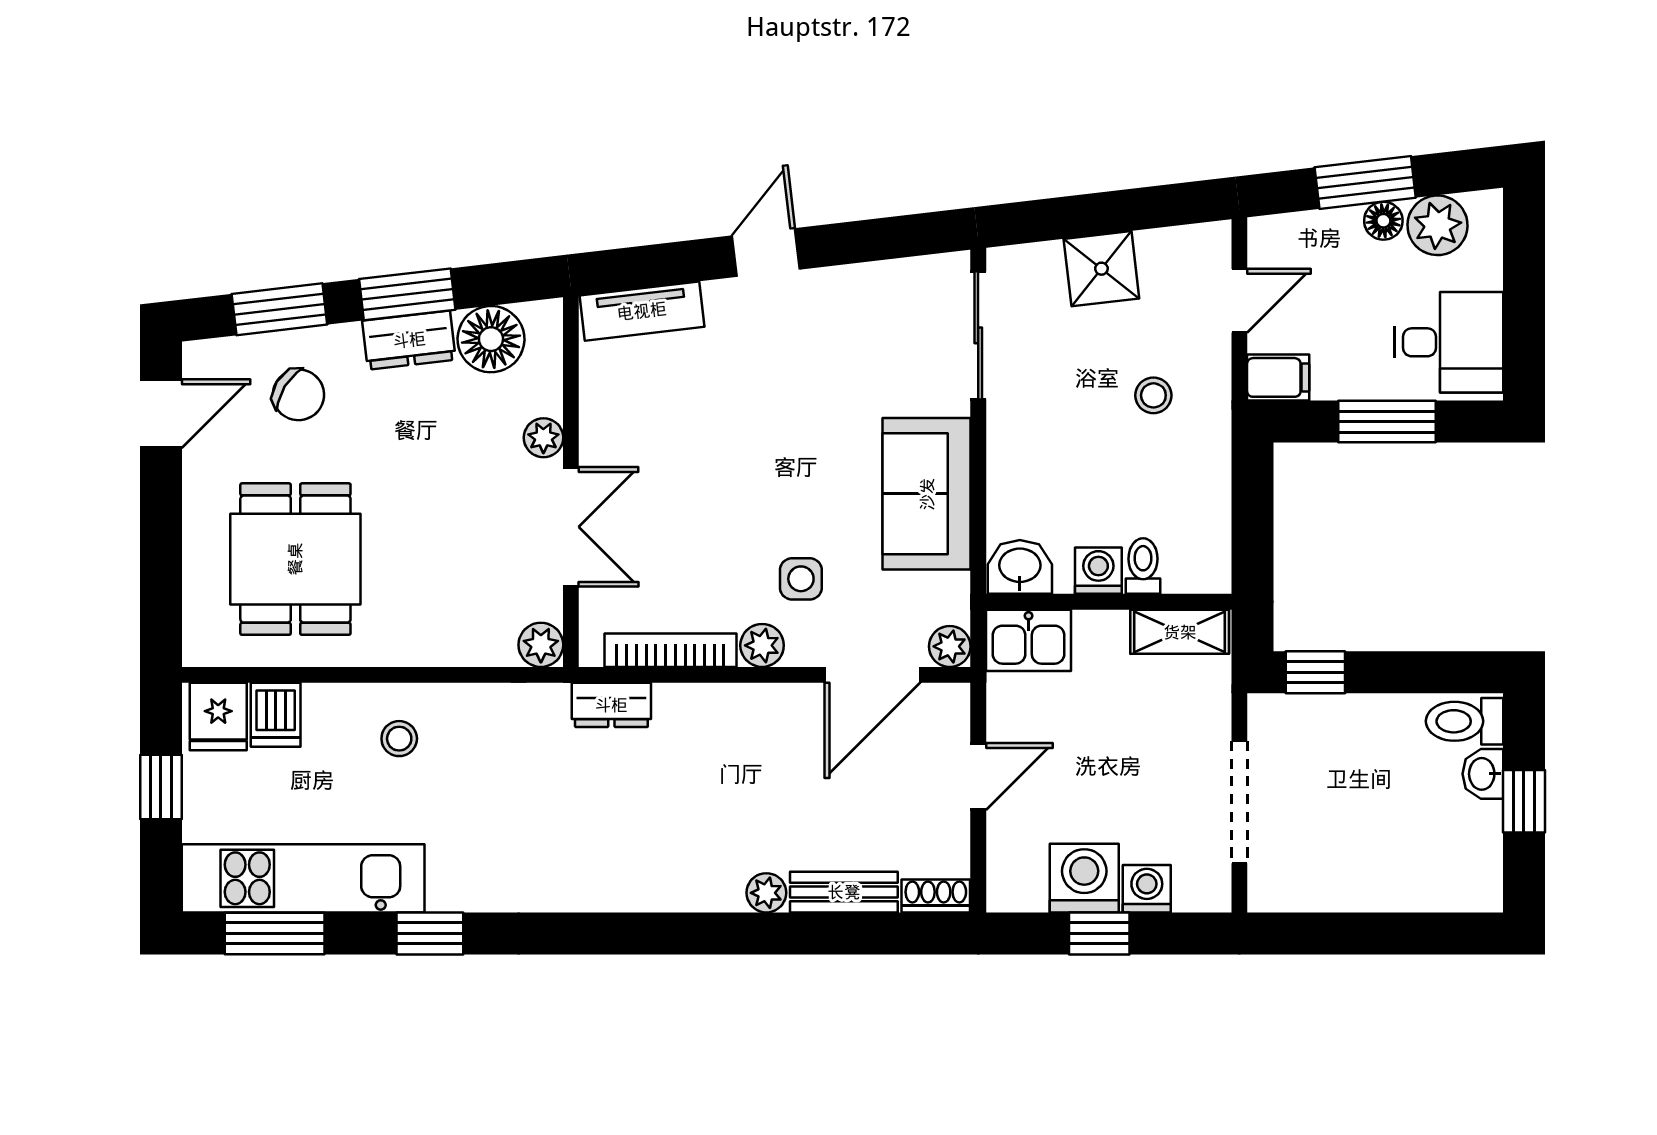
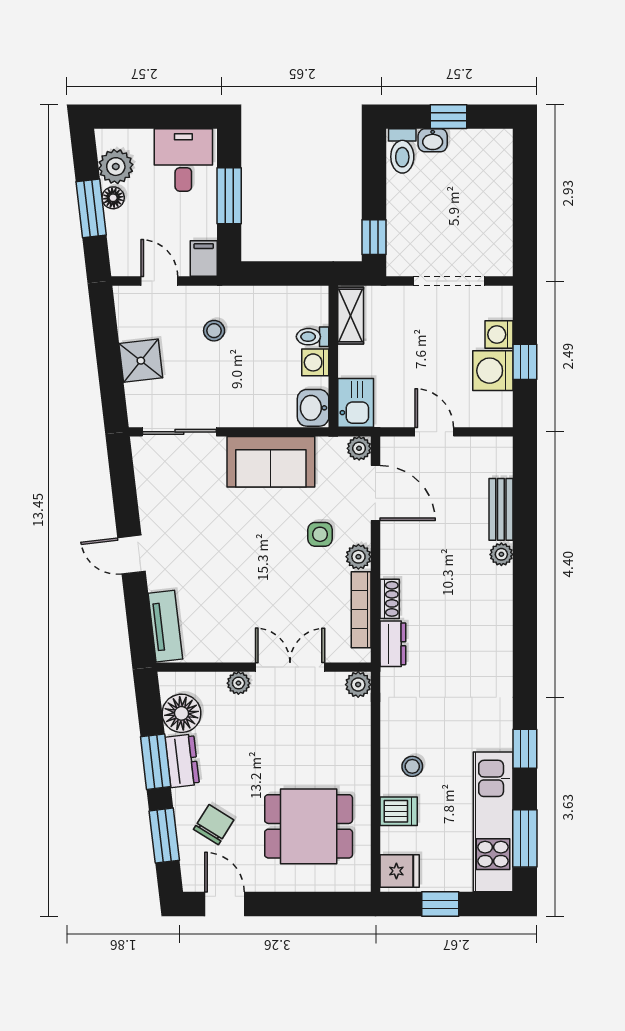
dishwasher: (276, 715) -> (399, 811), moved
shoe rack: (936, 896) -> (390, 599), moved, turned 180

